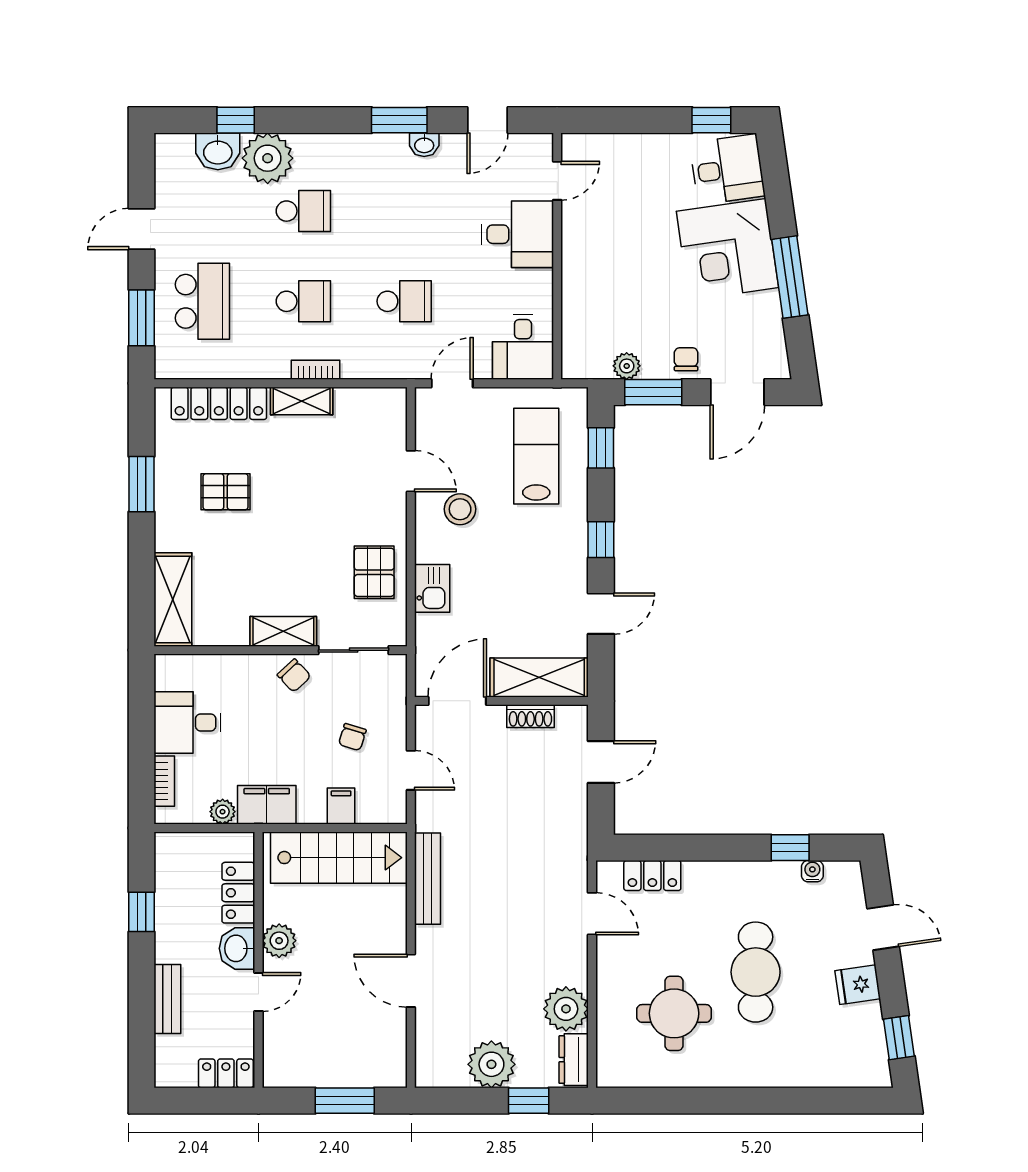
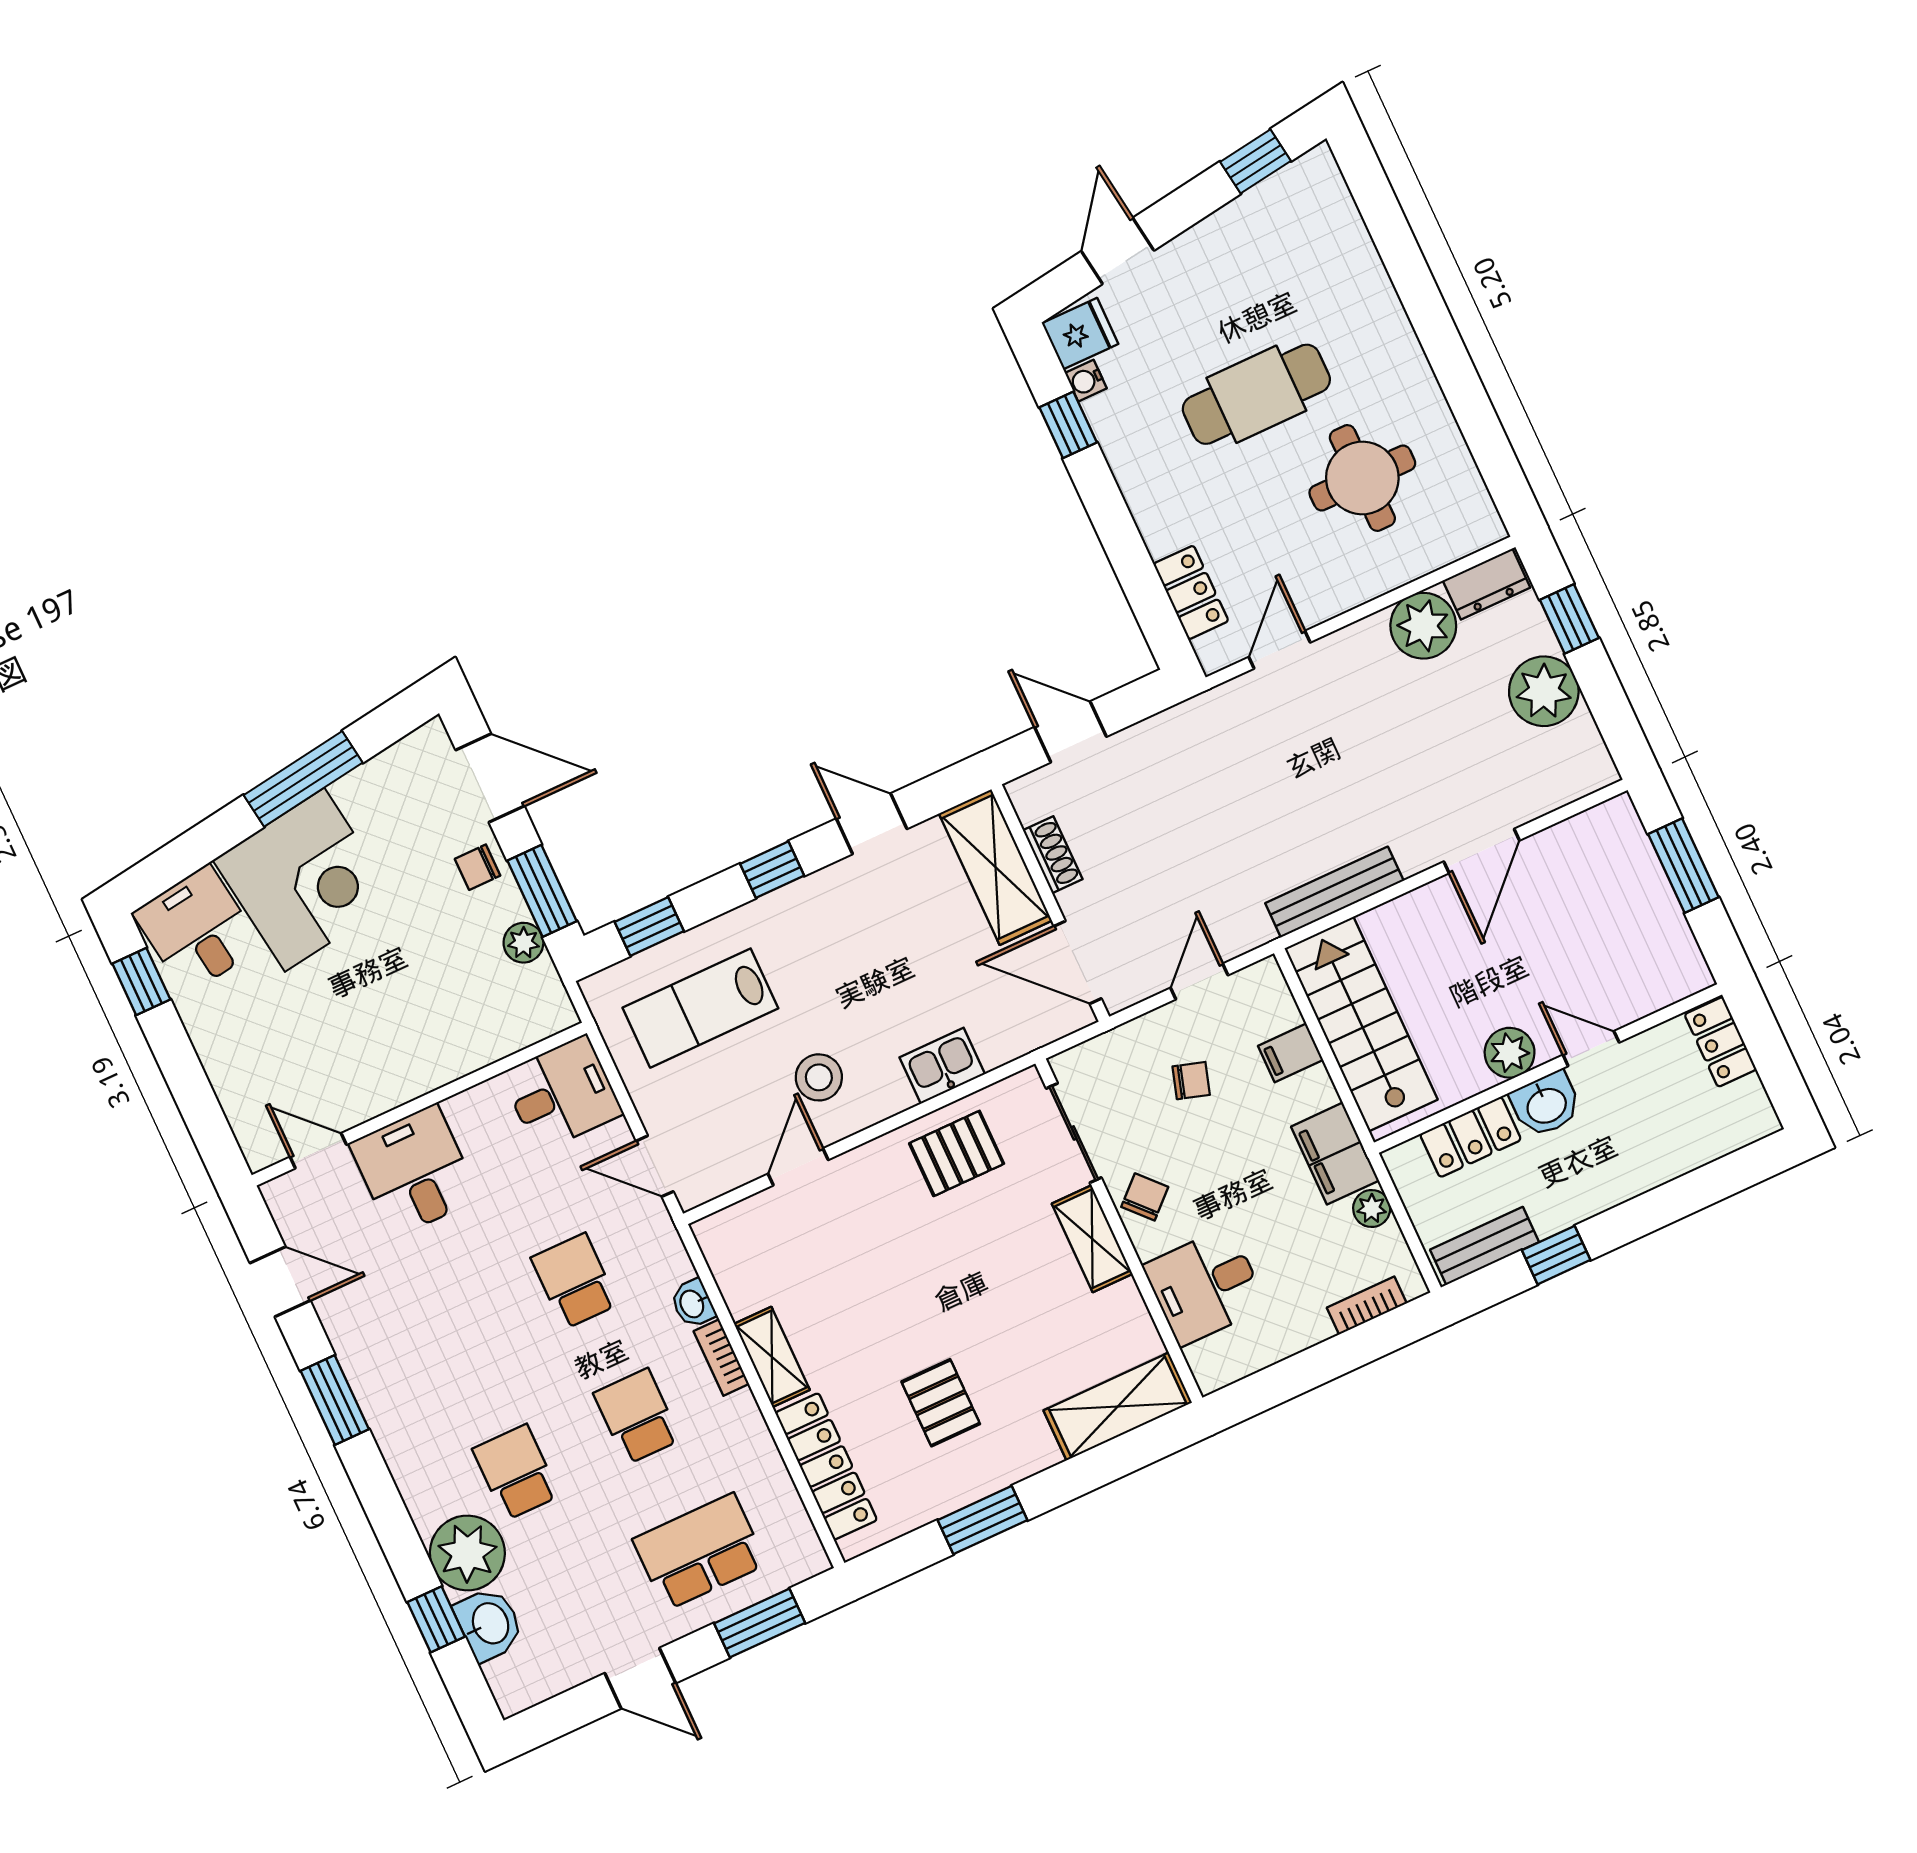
washbasin: (424, 145) -> (693, 1304), moved, turned 180
desk: (188, 722) -> (1205, 1286), moved, turned 90
fridge: (858, 985) -> (1080, 334), moved, turned -82
bench: (167, 999) -> (1485, 1246), moved

